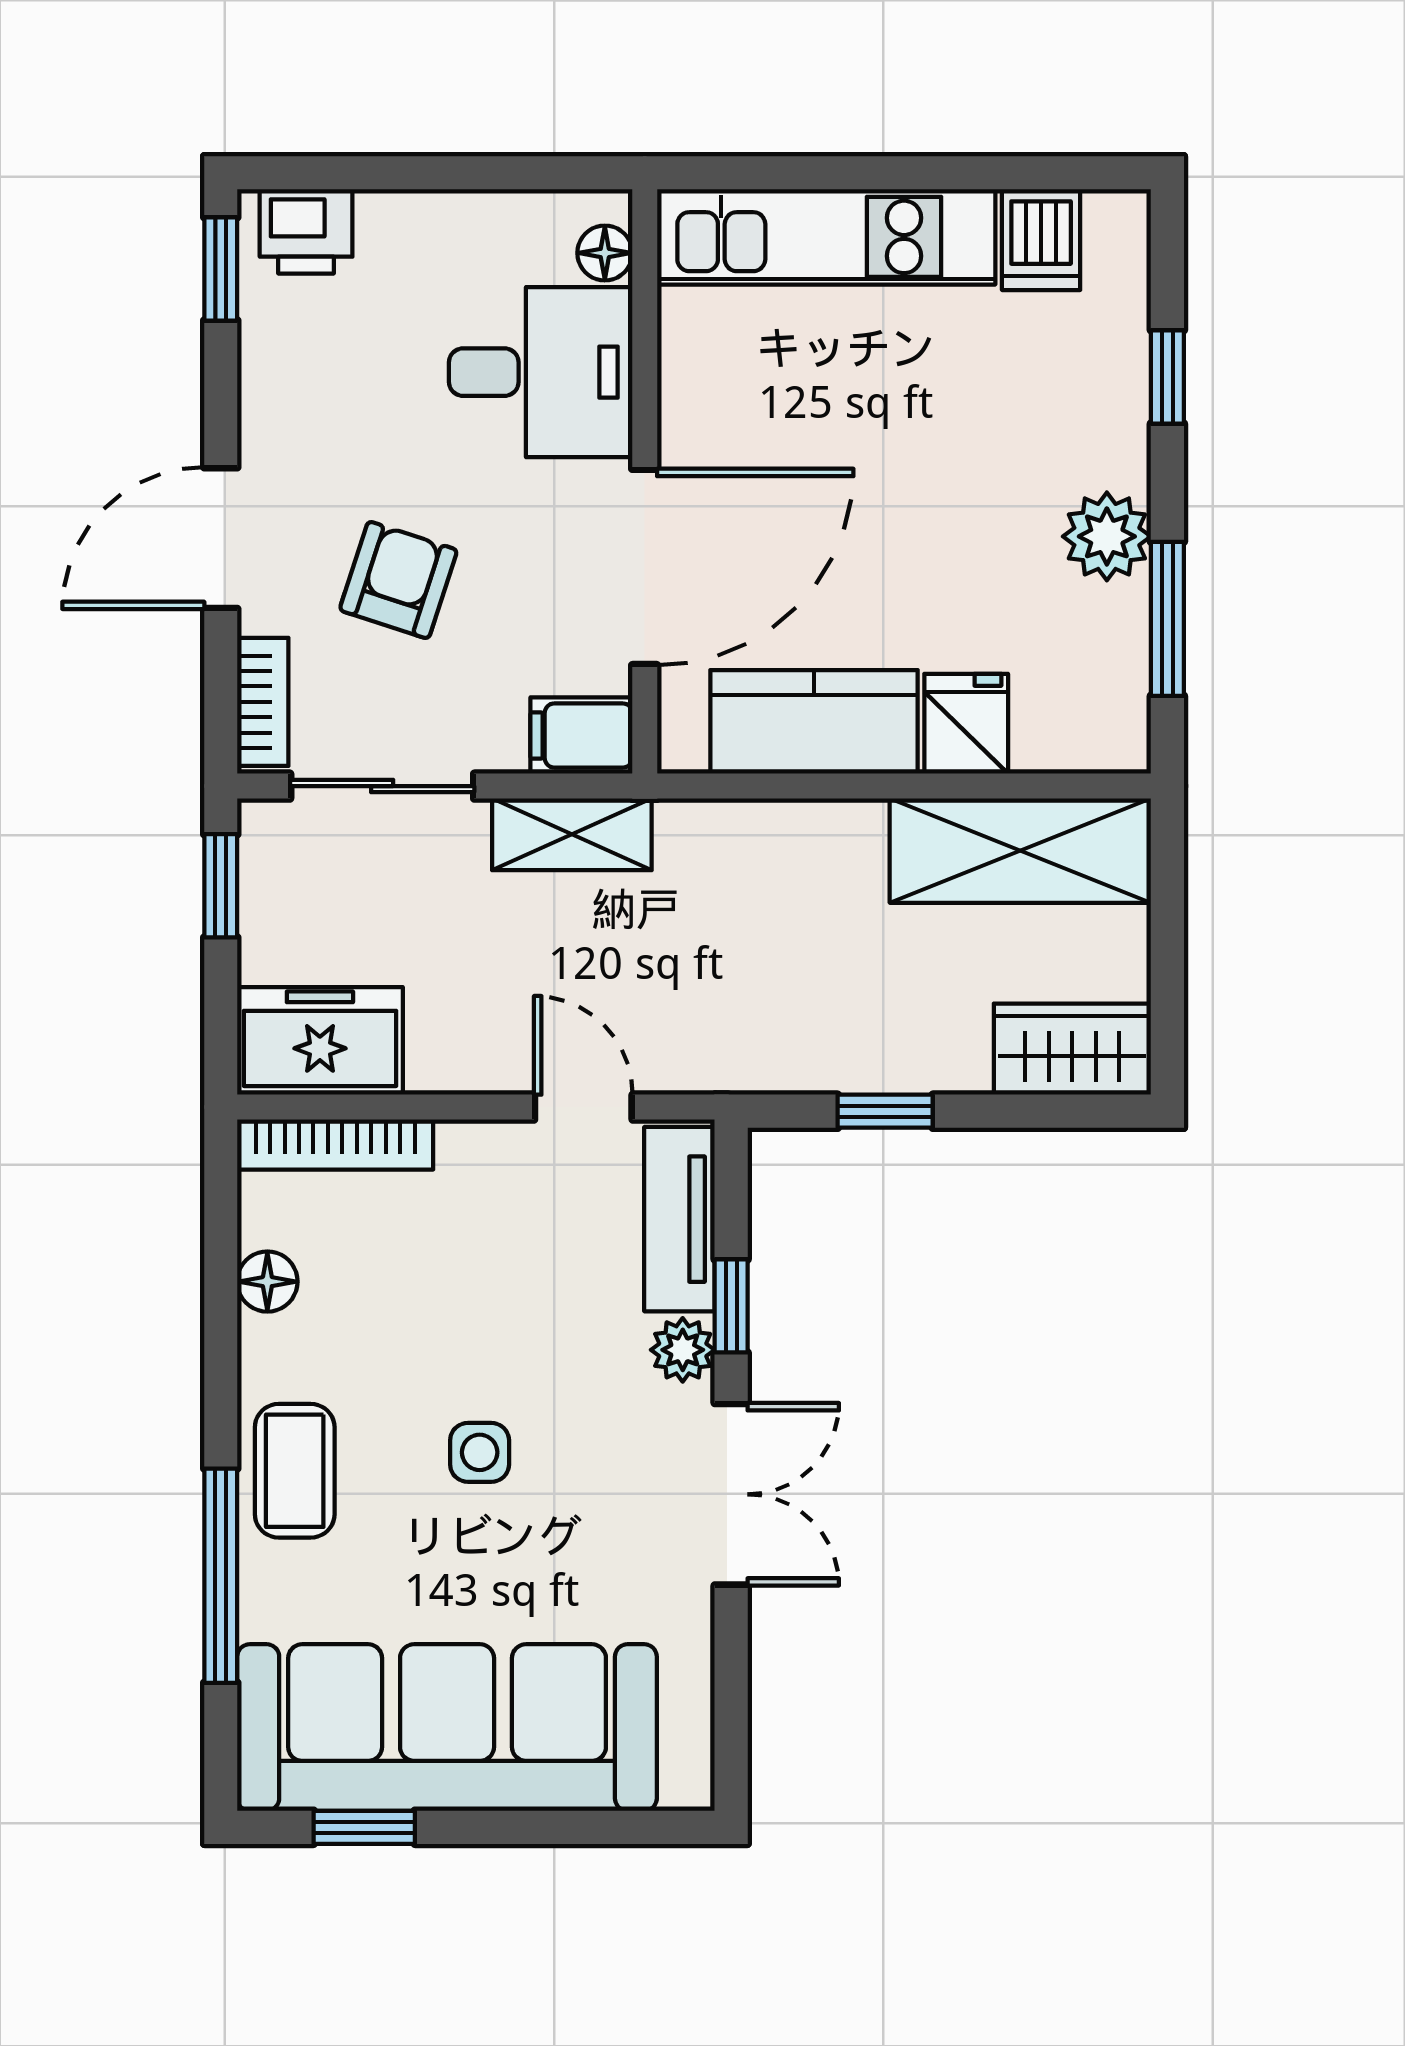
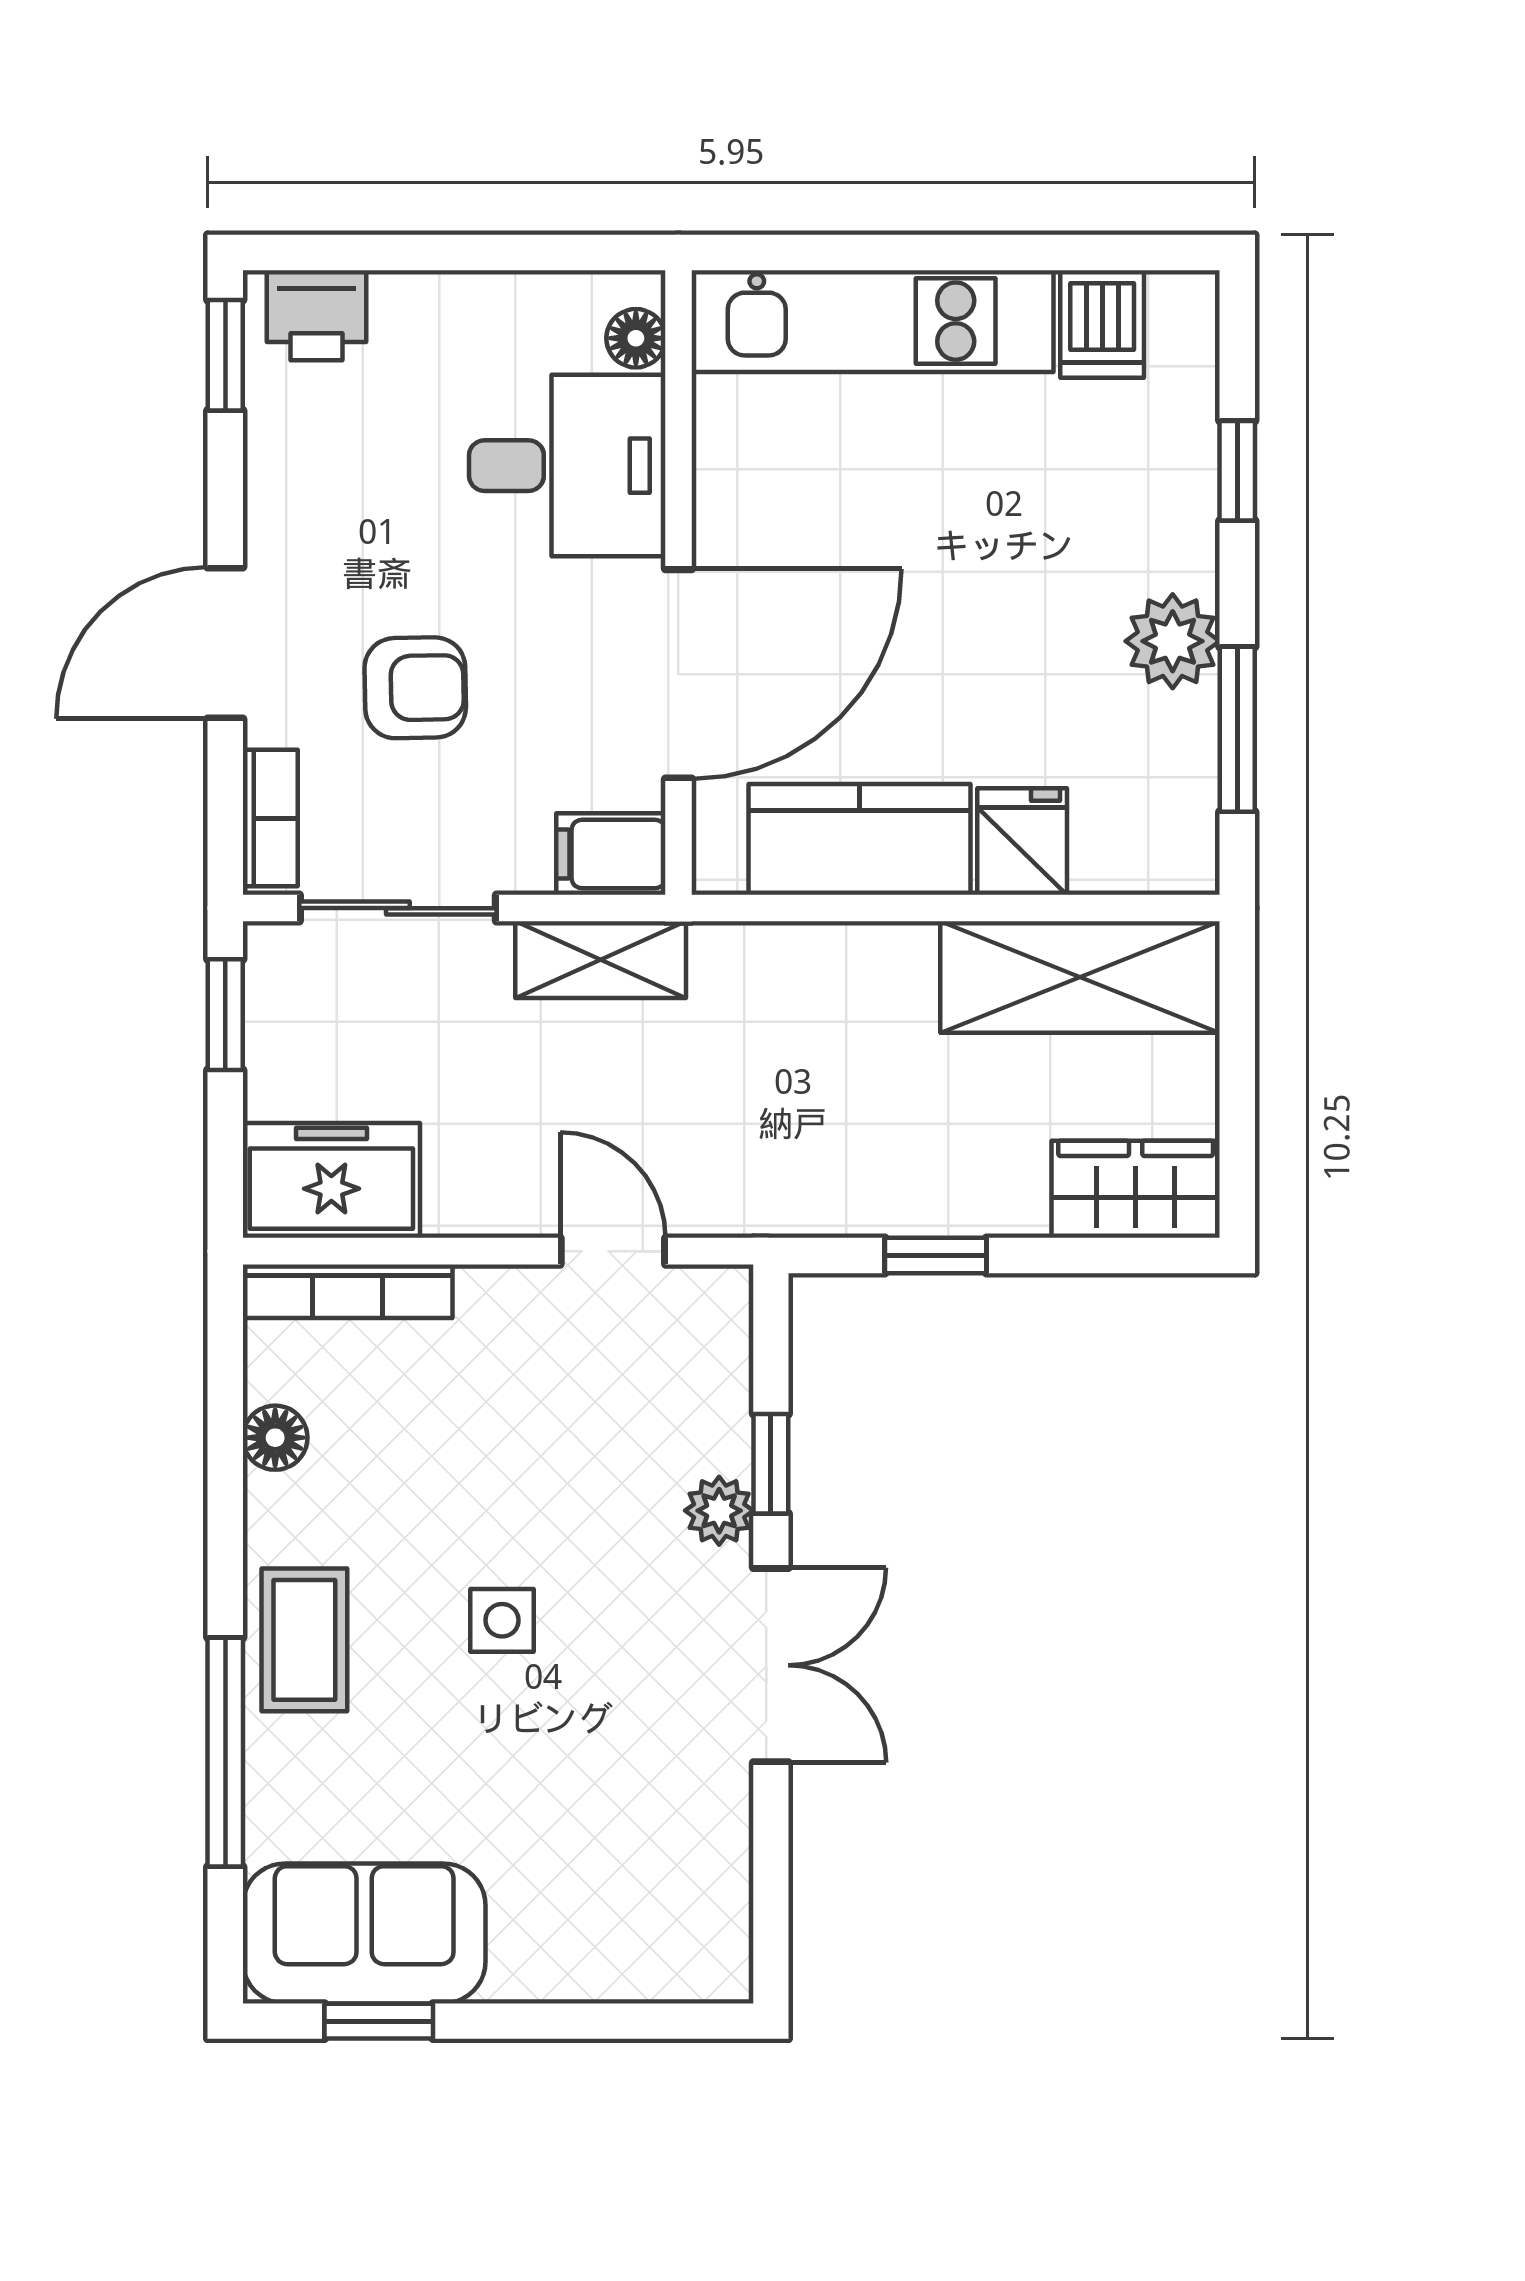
armchair: (398, 580) -> (415, 688), turned 71
tv unit: (679, 1219) -> (716, 1371), removed
sofa: (447, 1728) -> (364, 1933), width x0.54, depth x0.79

